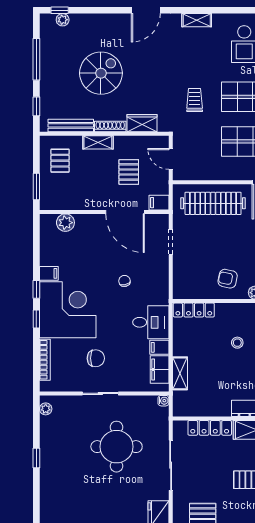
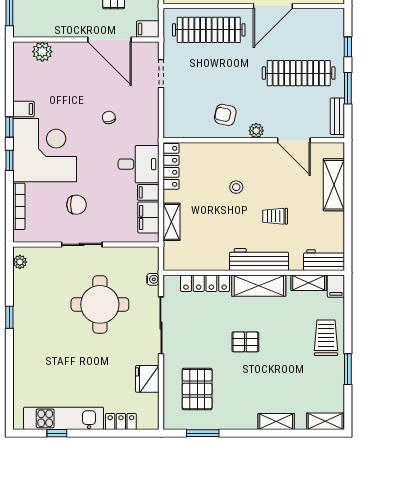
locker: (194, 310) -> (171, 166), moved, turned -90
water cooler: (163, 401) -> (153, 279), moved

